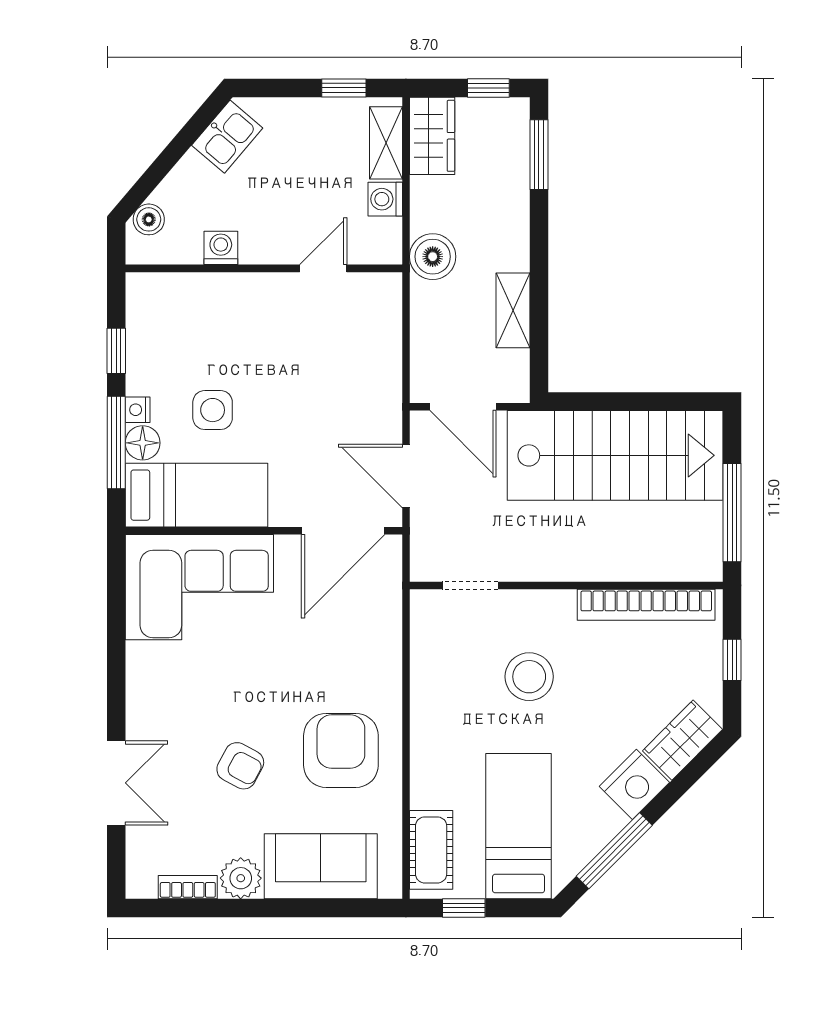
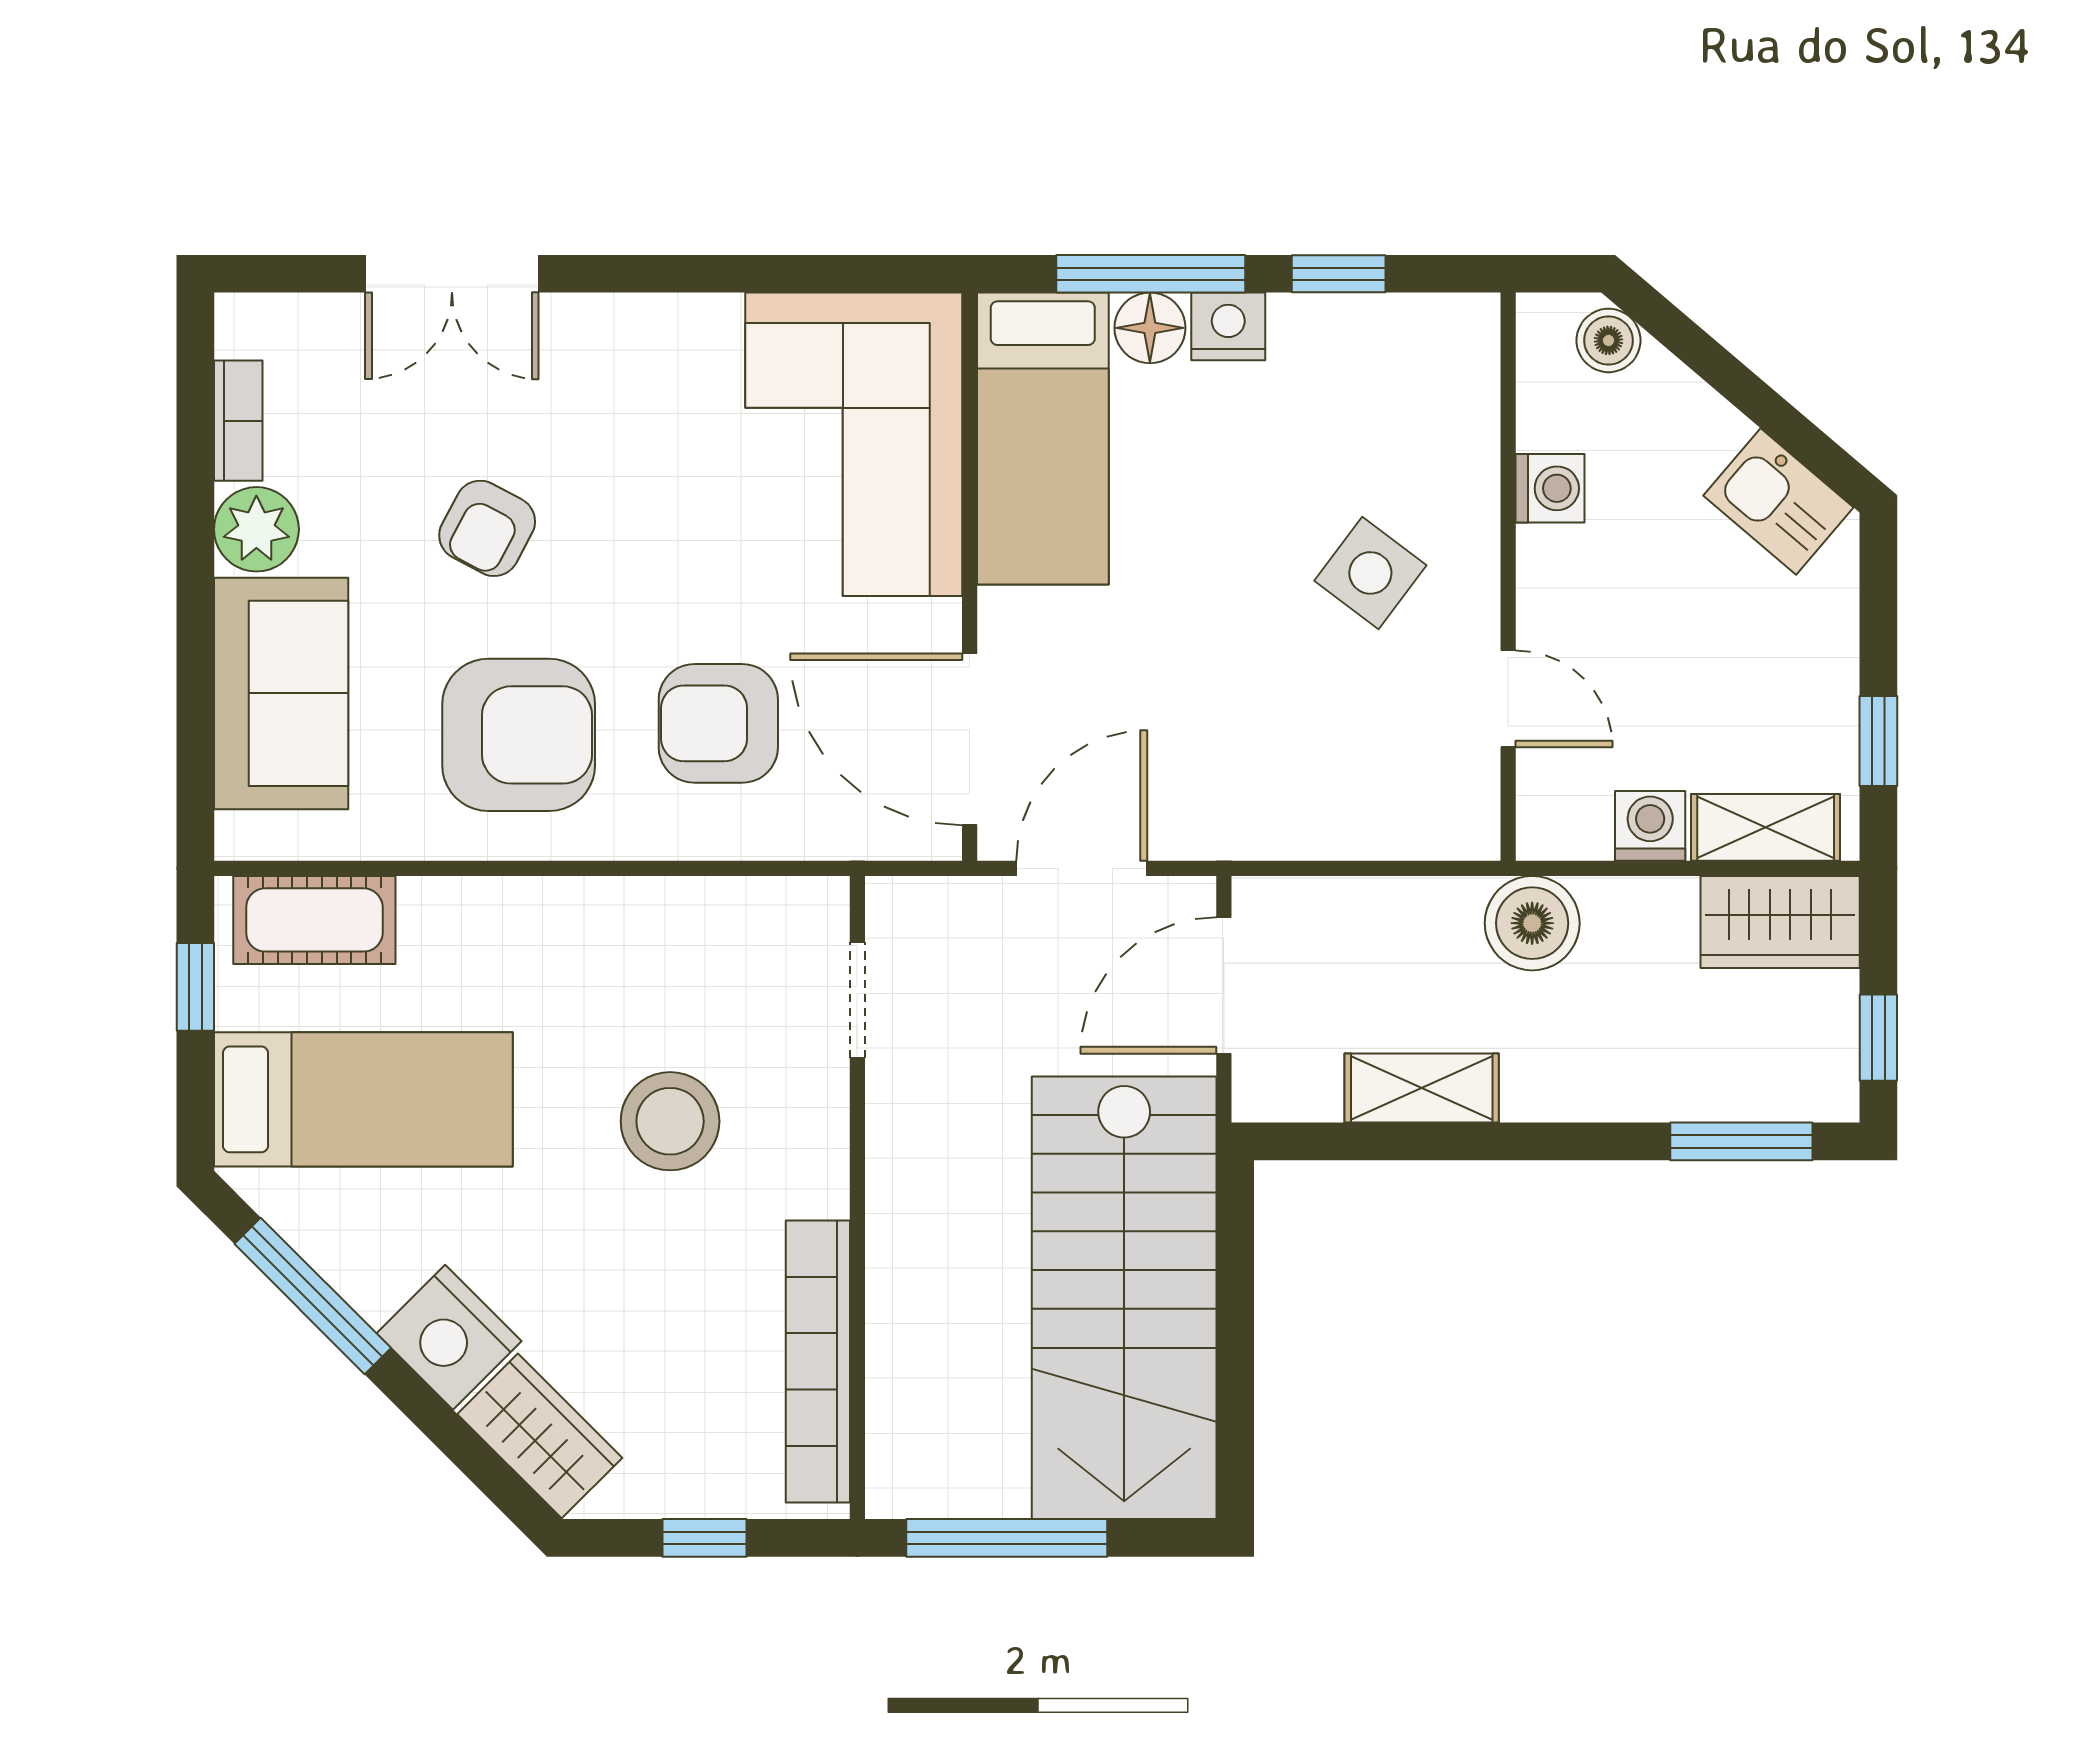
nightstand: (138, 410) -> (1228, 326), width x1.39, depth x1.35
side table: (213, 410) -> (1370, 573), moved, turned 37
armchair: (335, 653) -> (718, 723), added

